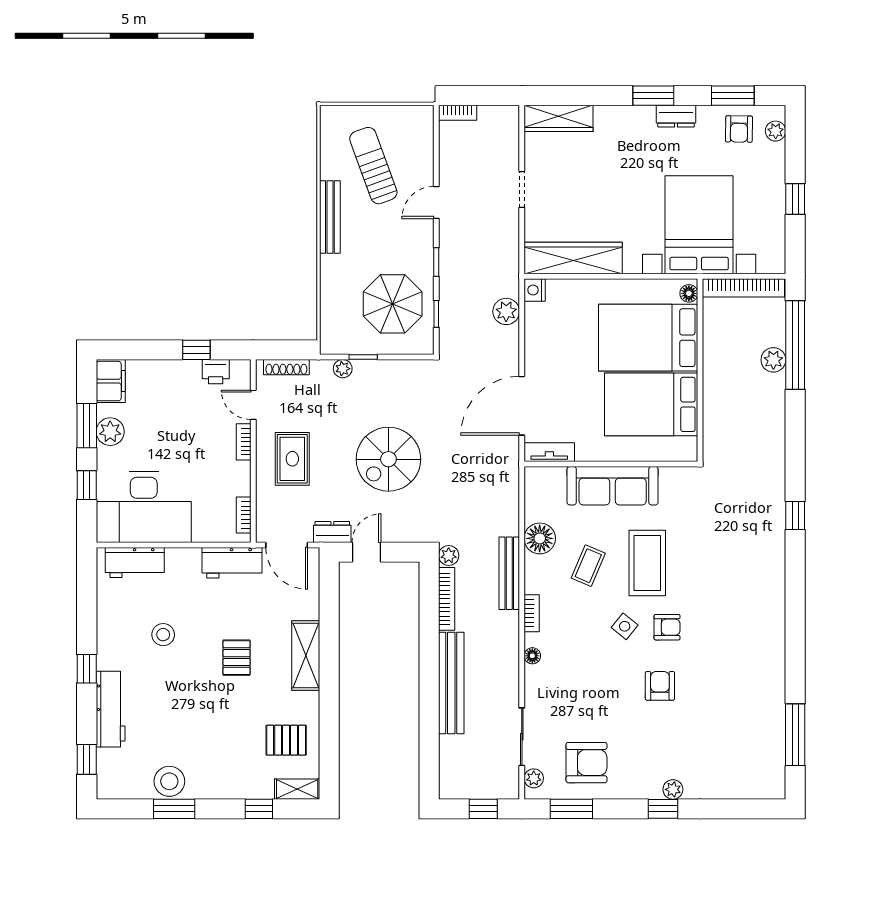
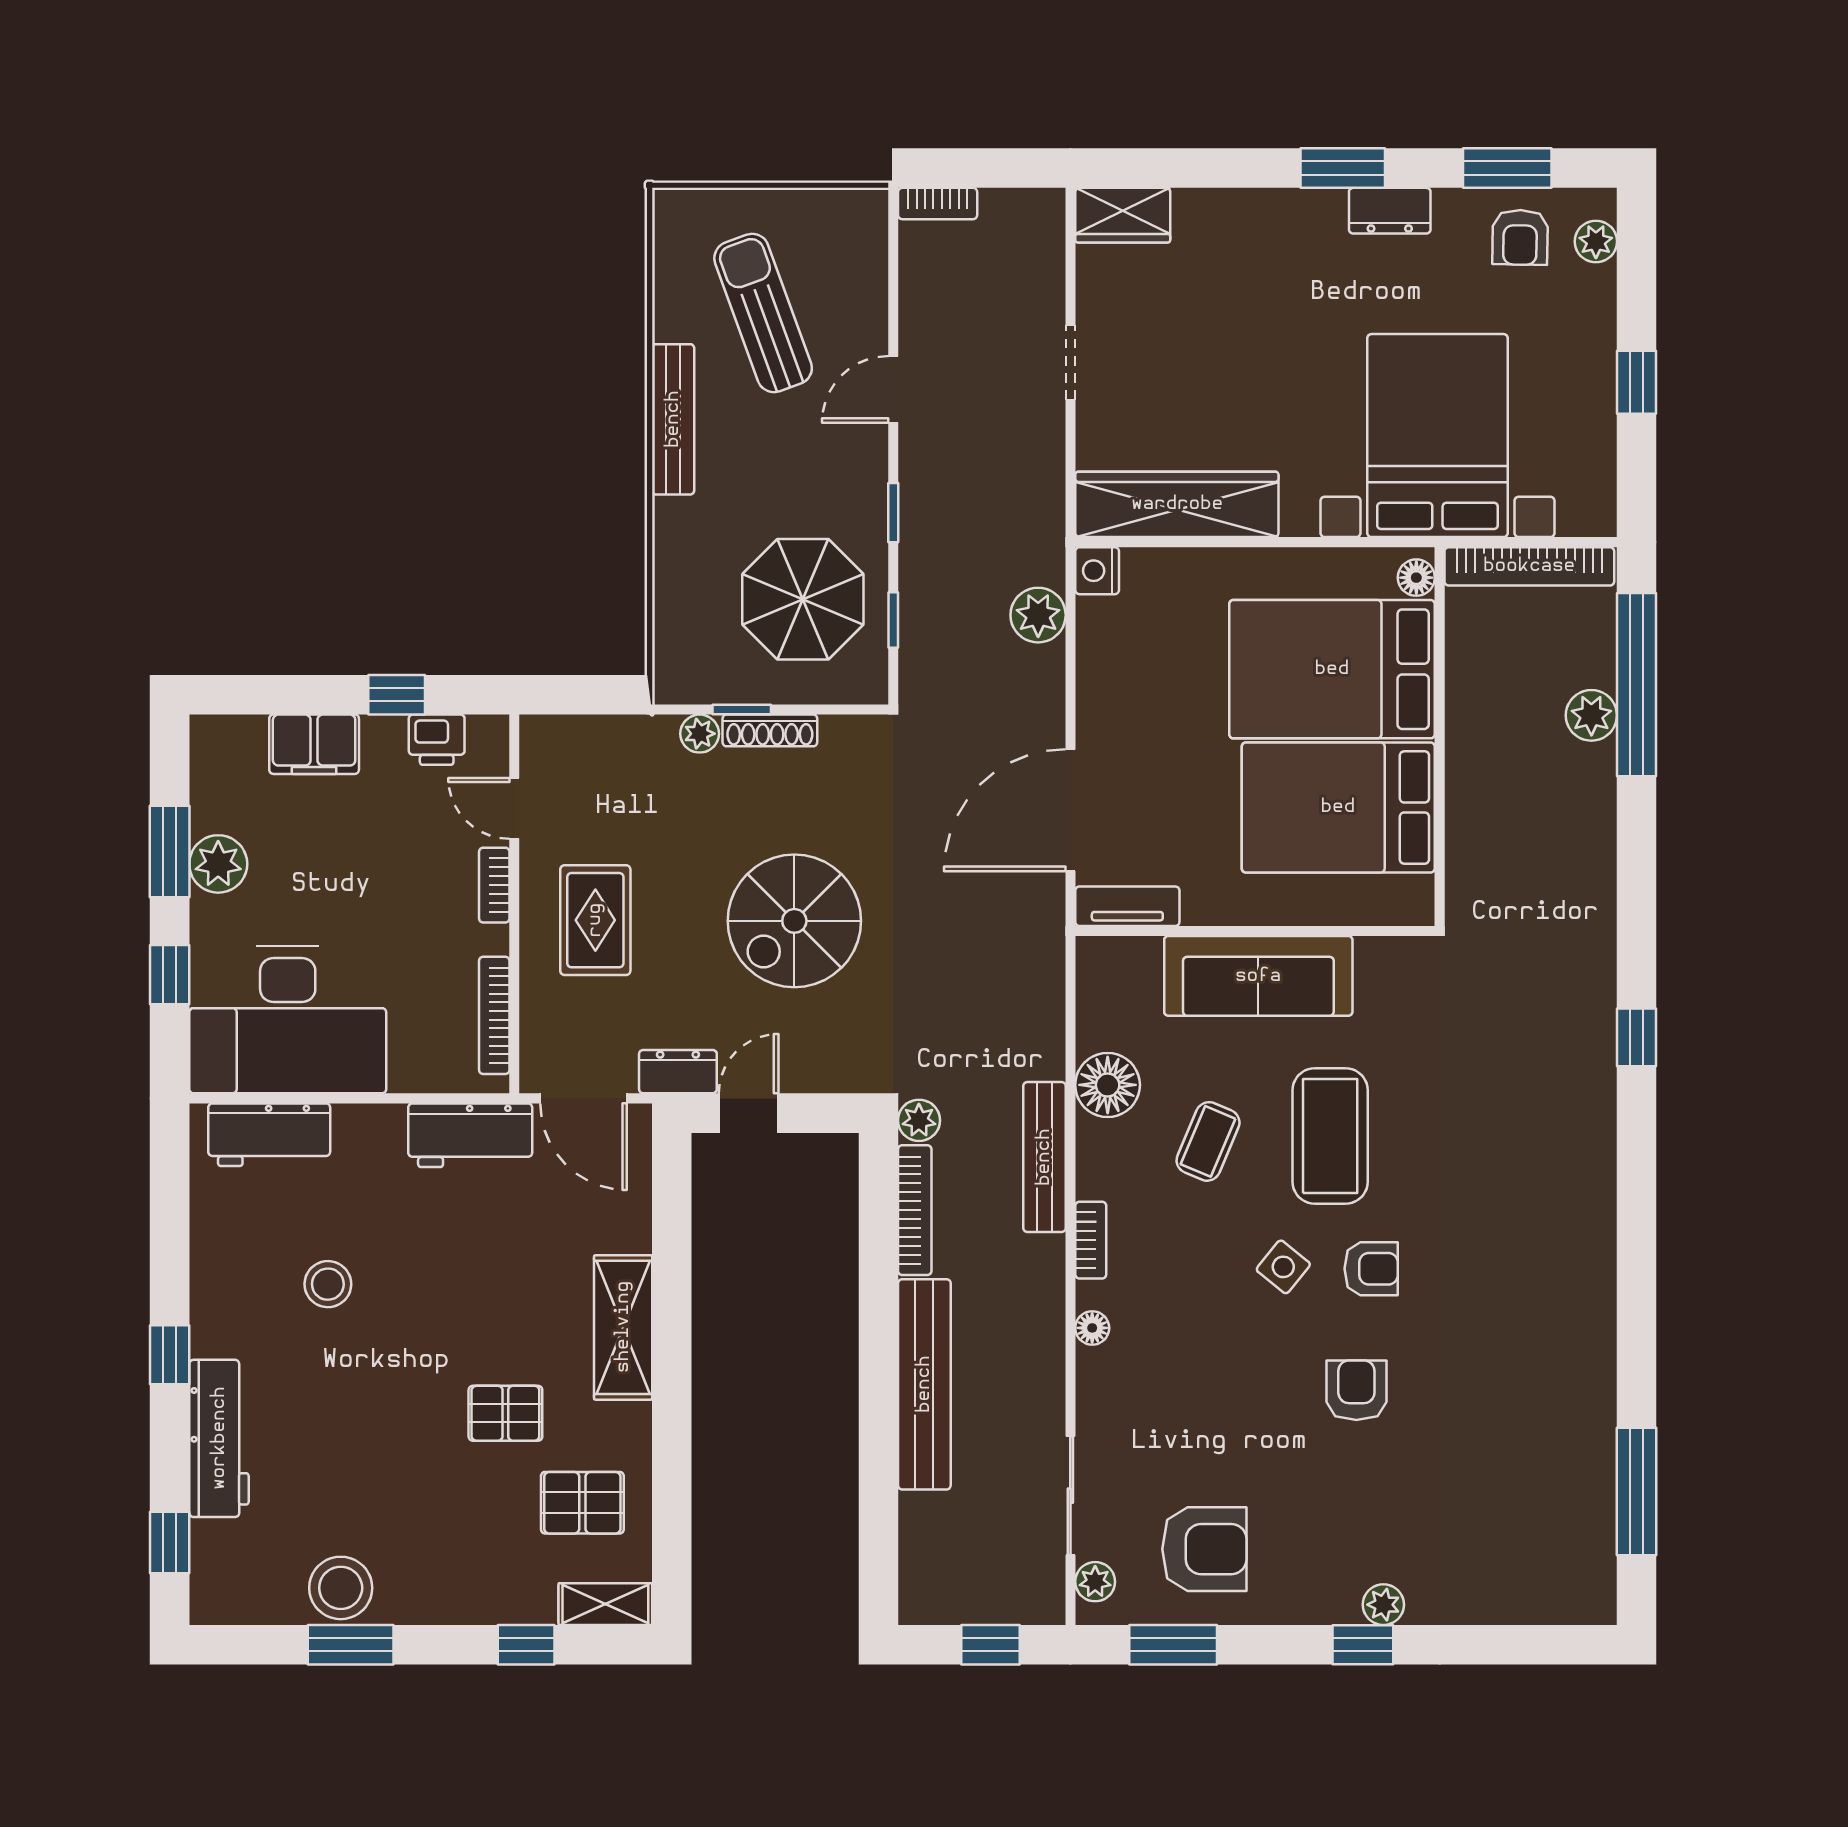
wardrobe: (559, 118) -> (1123, 215), width x0.67
shoe rack: (286, 367) -> (770, 730), moved
filing cabinet: (111, 381) -> (314, 744), moved, turned 90
bookcase: (244, 515) -> (494, 1015), width x1.56
pallet: (237, 658) -> (505, 1413), moved, turned 90

